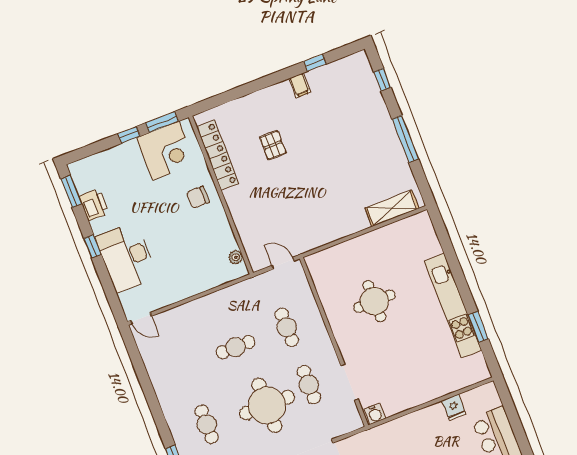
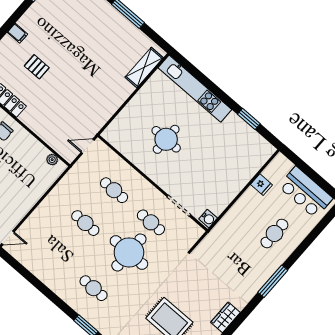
filing cabinet: (300, 85) -> (17, 33), moved
kitchen unit: (453, 306) -> (195, 89), moved
cafe table: (236, 347) -> (85, 223), turned 90

